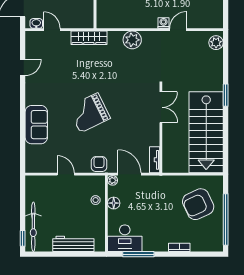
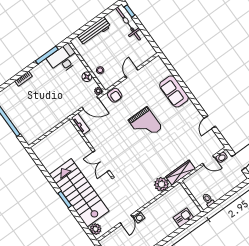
plant: (132, 40) -> (161, 184), moved
grand piano: (89, 113) -> (145, 124), turned 116
stairs: (206, 132) -> (79, 193), moved
door: (66, 174) -> (132, 73), swing flipped
armchair: (198, 204) -> (31, 116), removed

